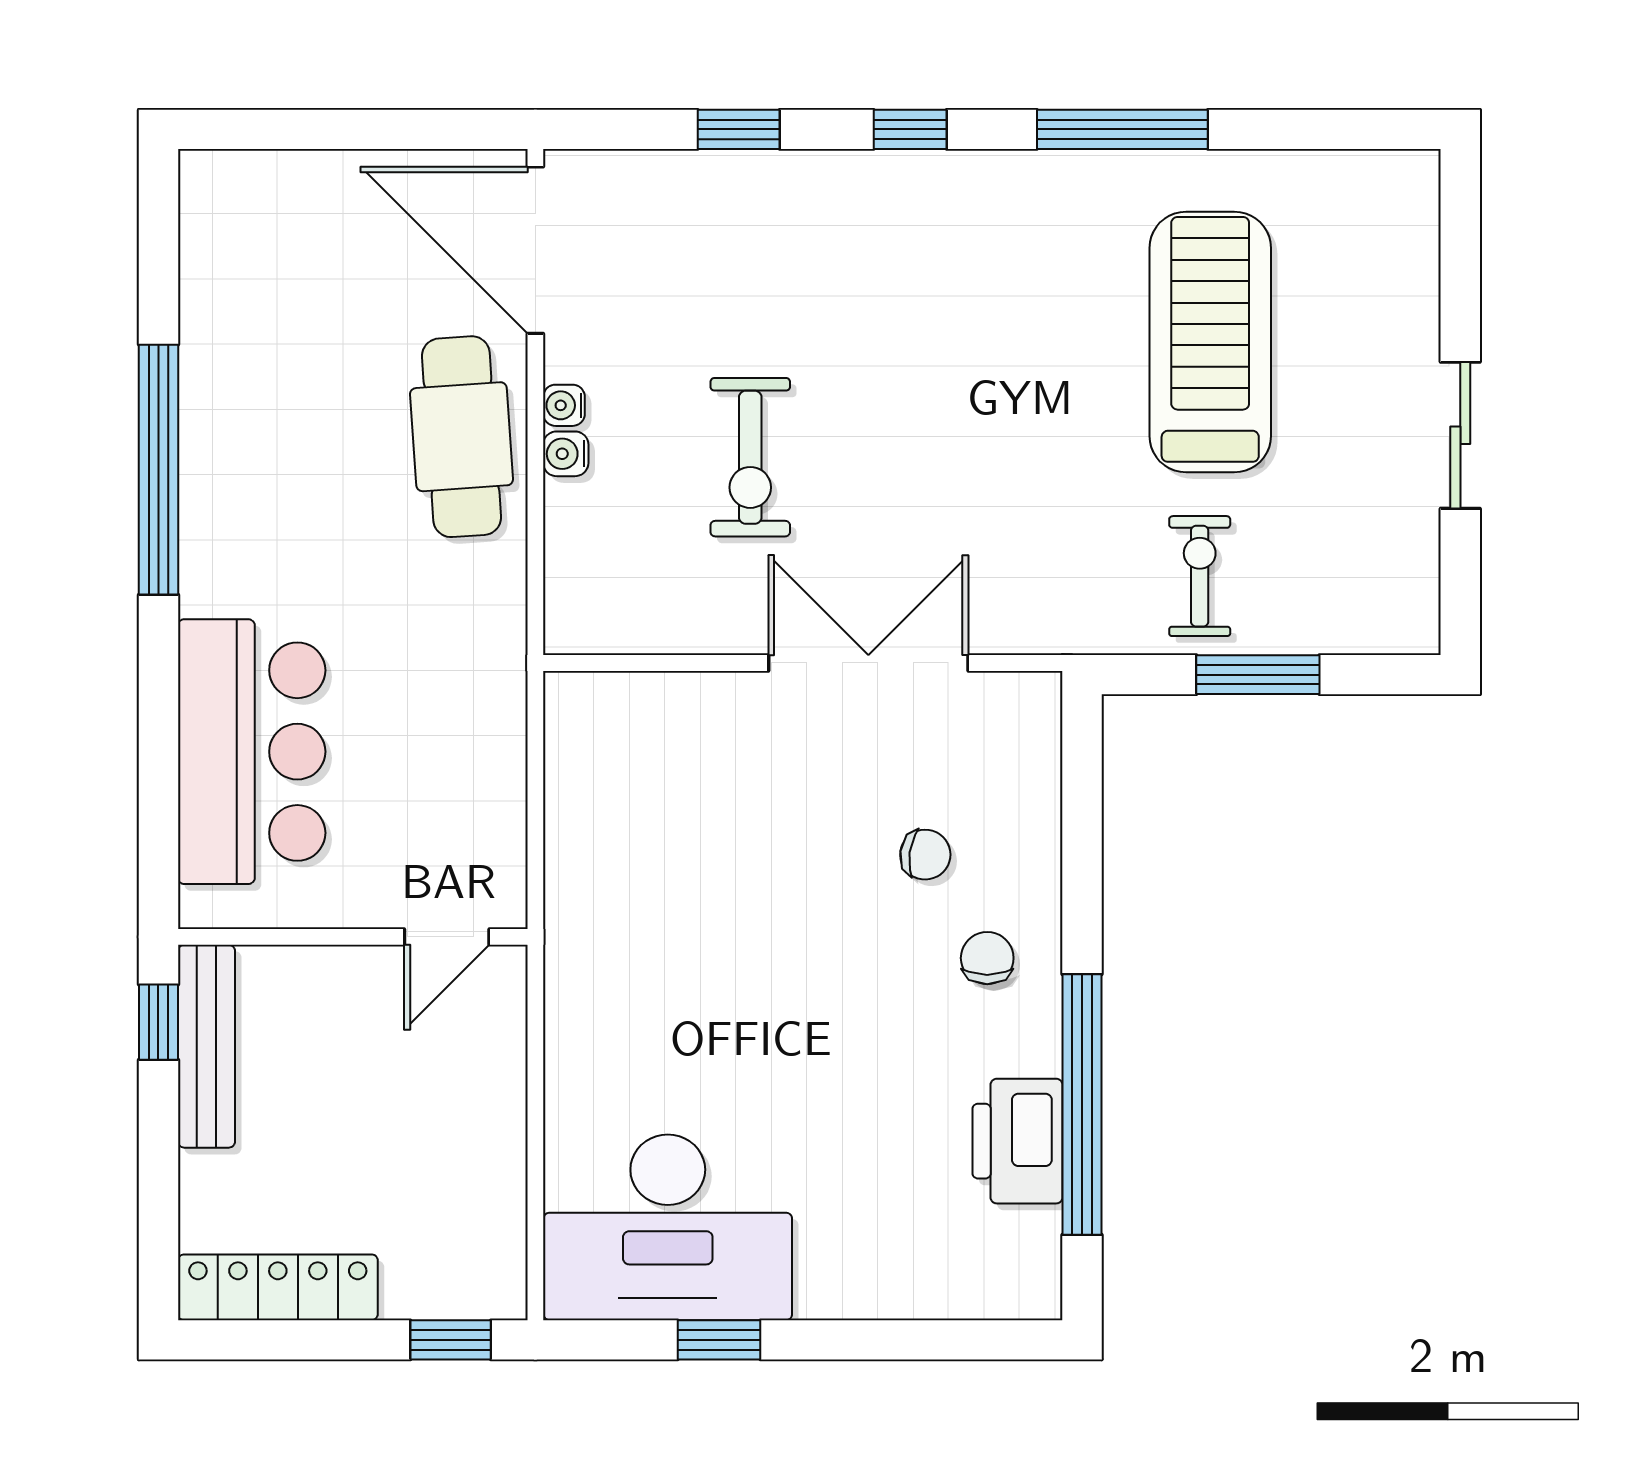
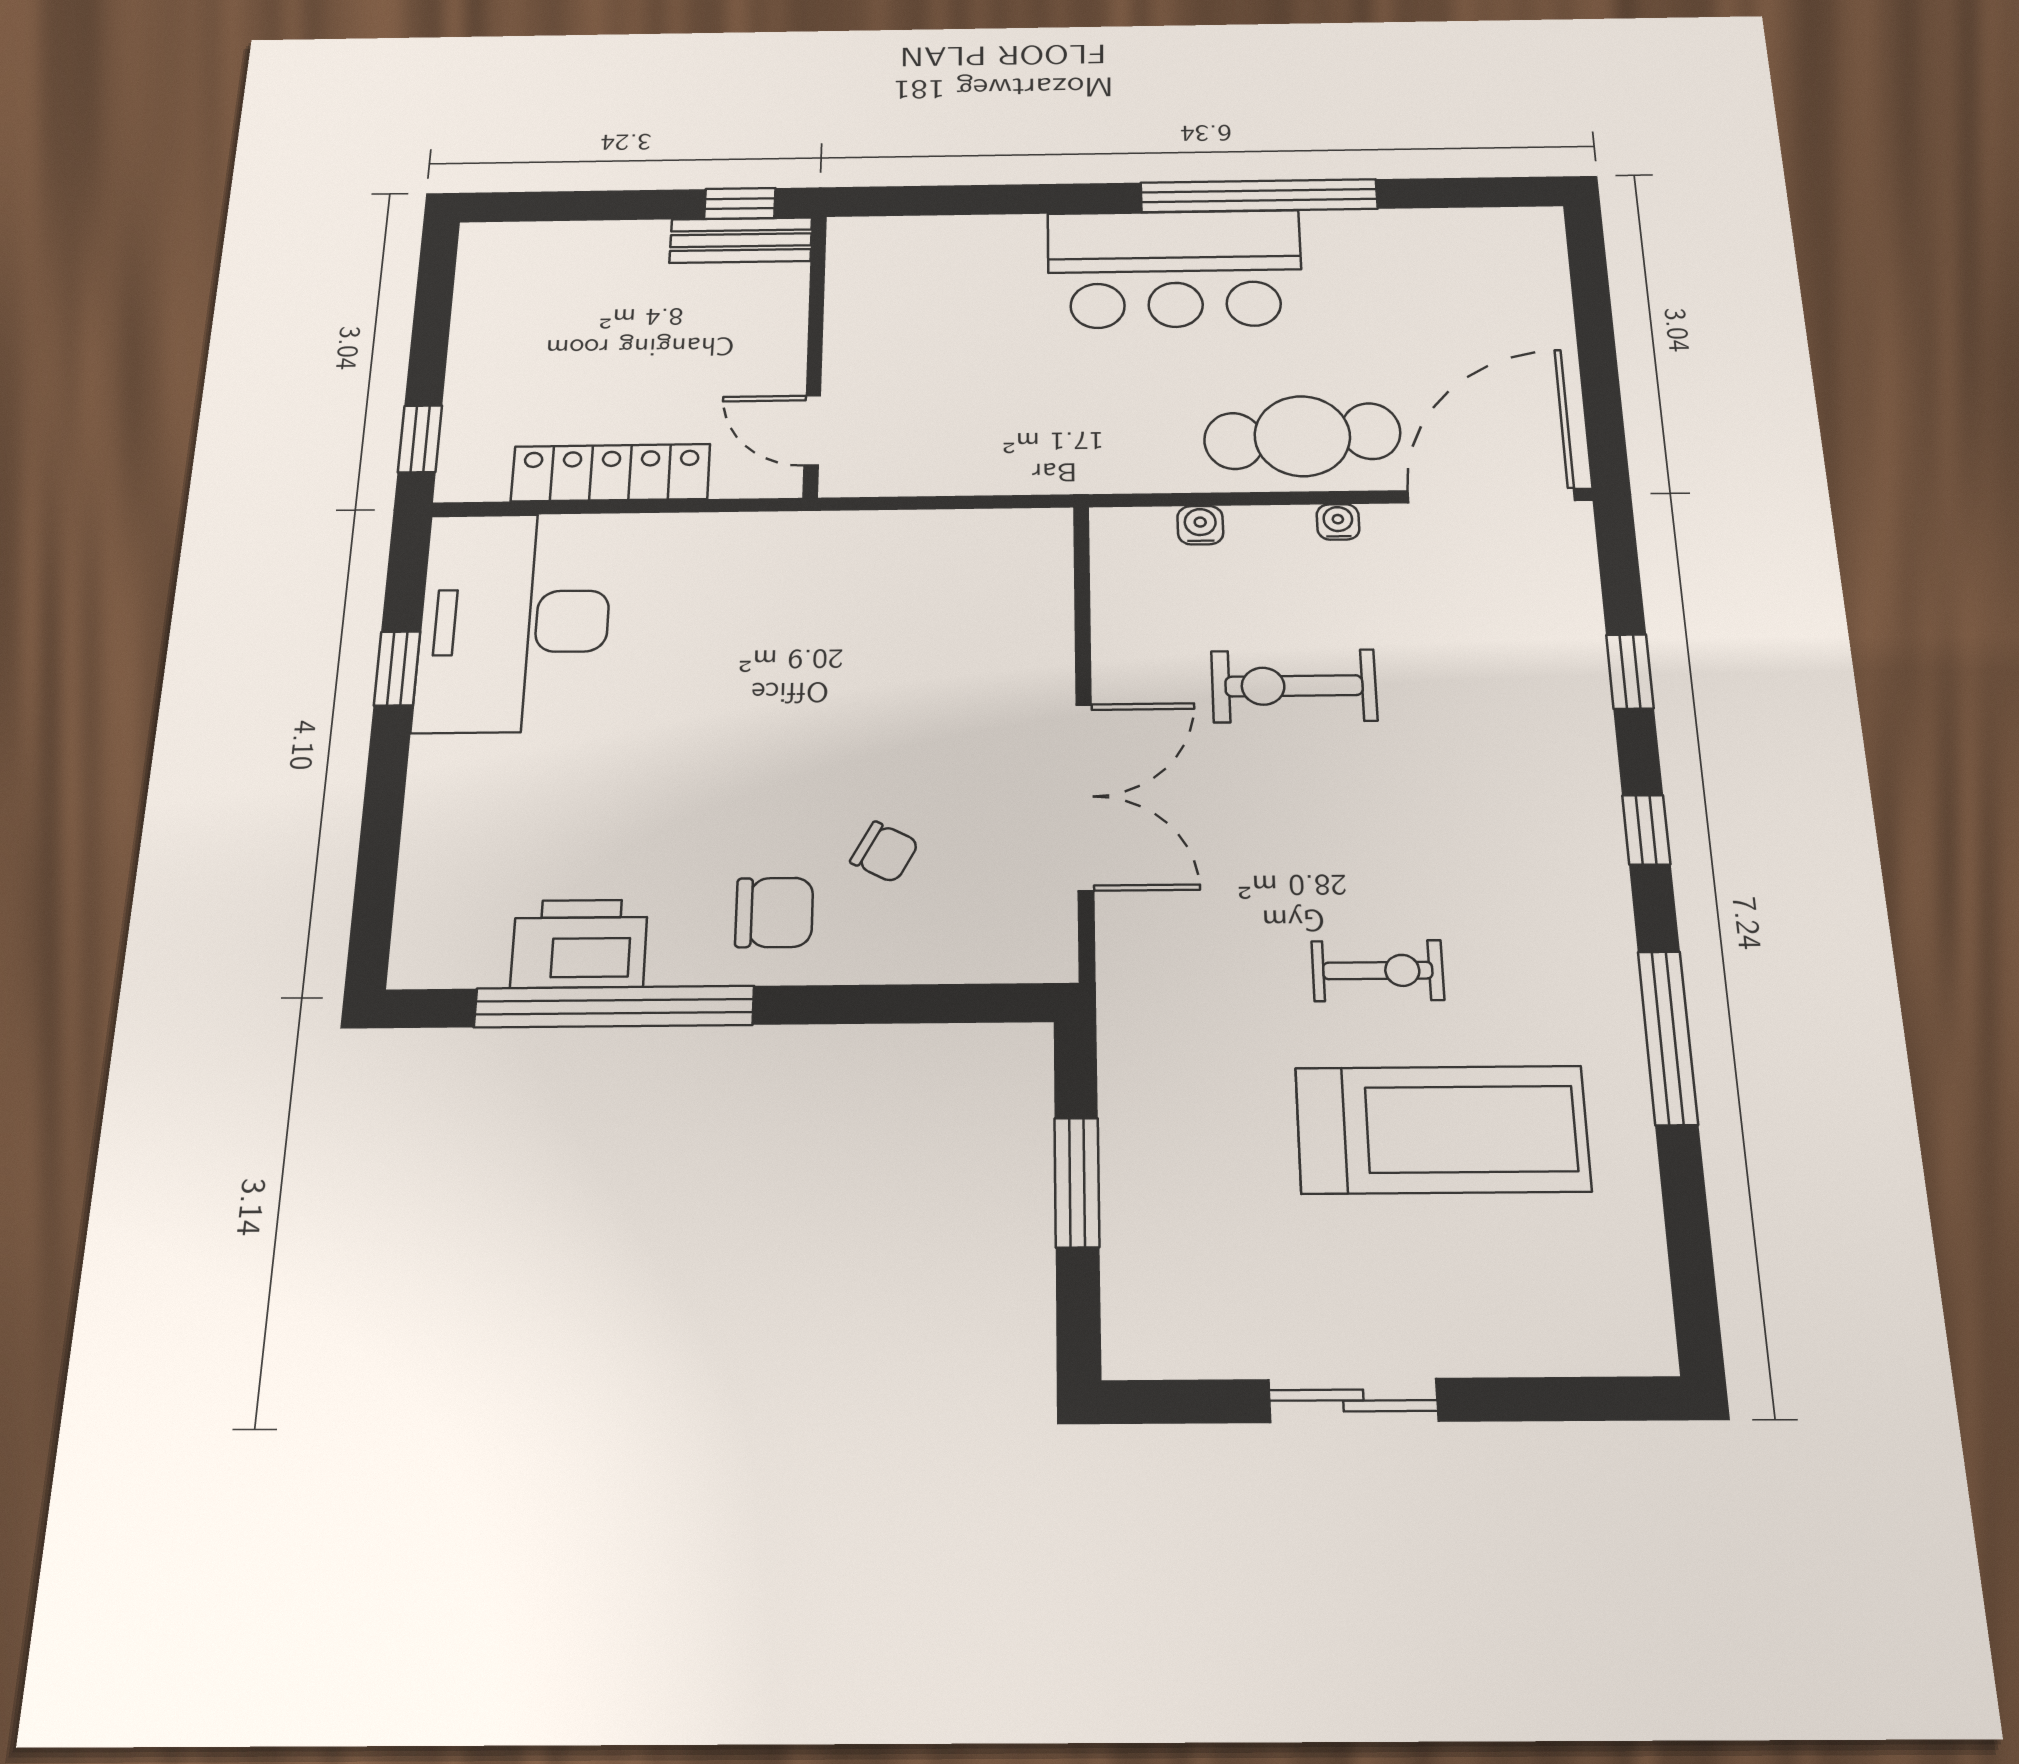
water cooler: (566, 454) -> (1200, 525), moved
exercise bike: (1200, 576) -> (1378, 971), moved
bar counter: (252, 752) -> (1175, 269), moved
chair: (925, 855) -> (885, 852), turned -70
chair: (987, 958) -> (774, 912), width x1.37, depth x1.37
bench: (206, 1046) -> (741, 240), width x0.73
locker: (278, 1287) -> (611, 473), moved, turned -90

